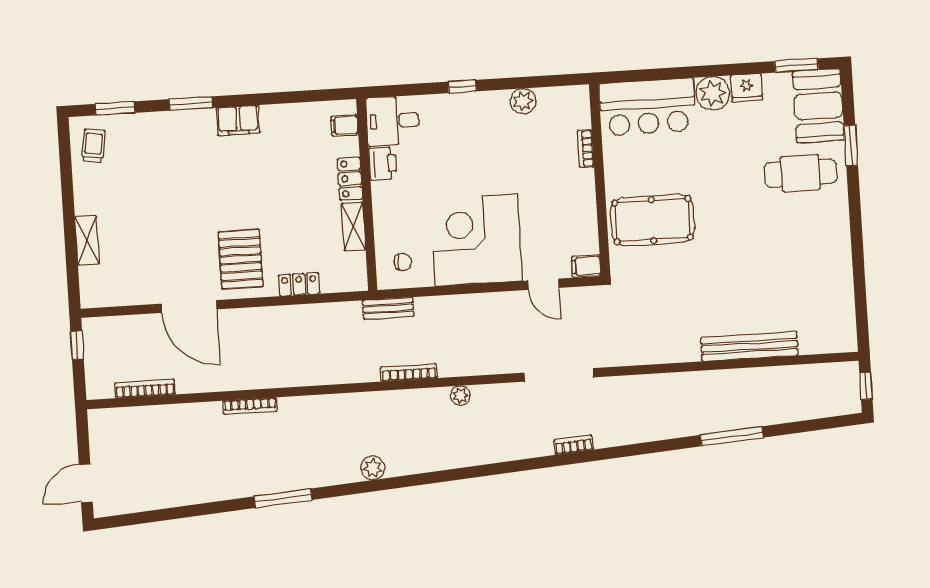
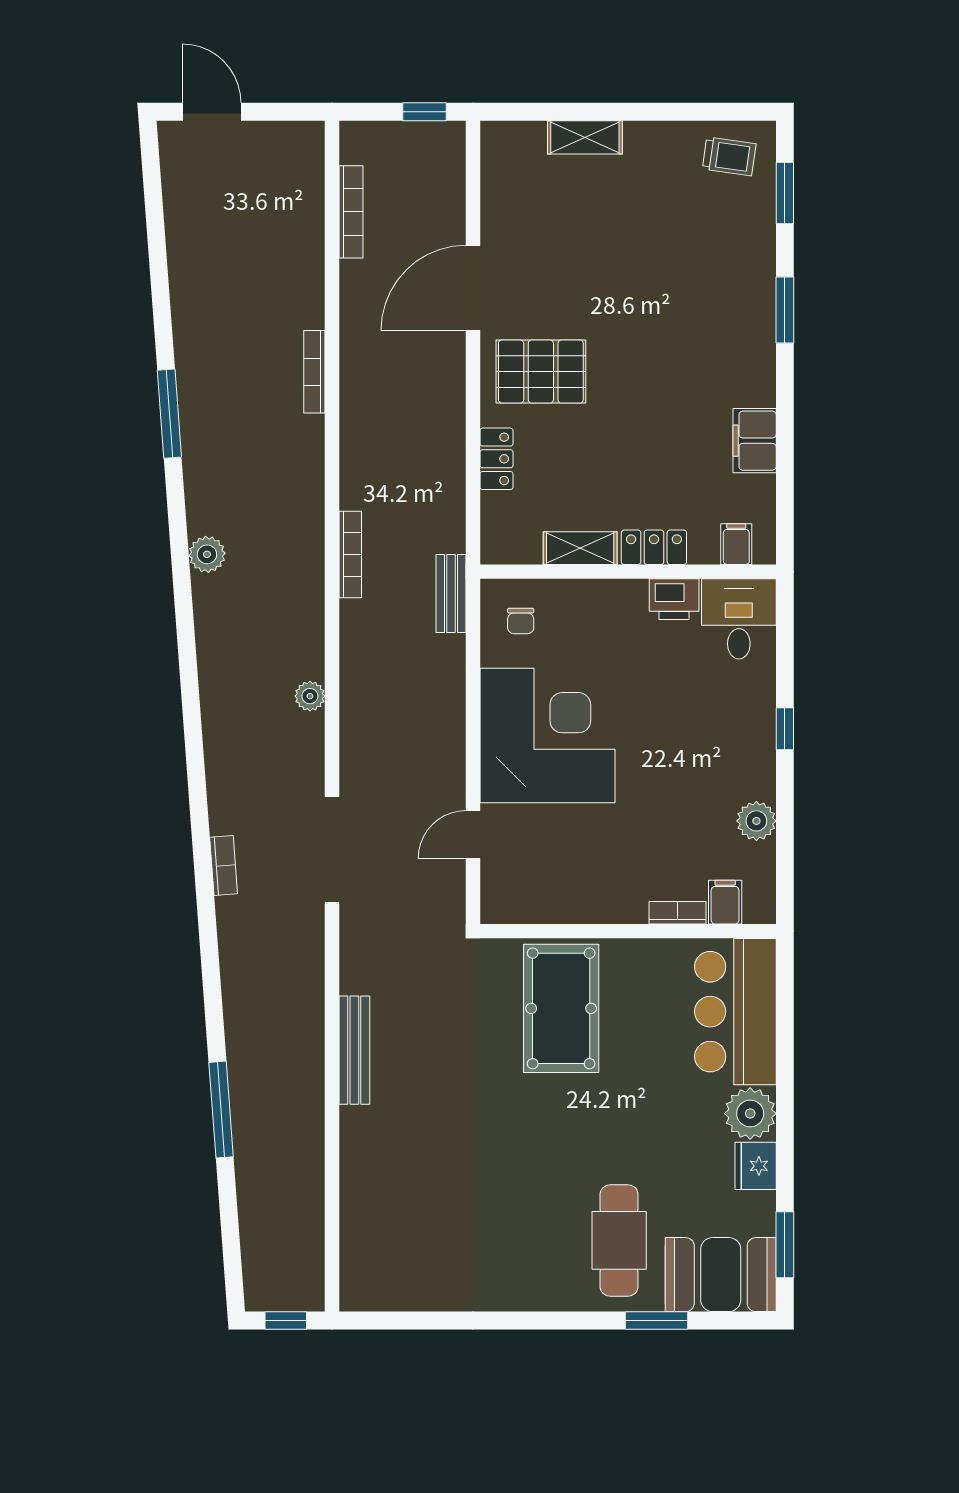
filing cabinet: (238, 120) -> (755, 441), moved
filing cabinet: (586, 266) -> (725, 902), moved
bench: (749, 346) -> (354, 1050), moved, width x0.73, depth x0.82
bookcase: (409, 373) -> (350, 555), moved

